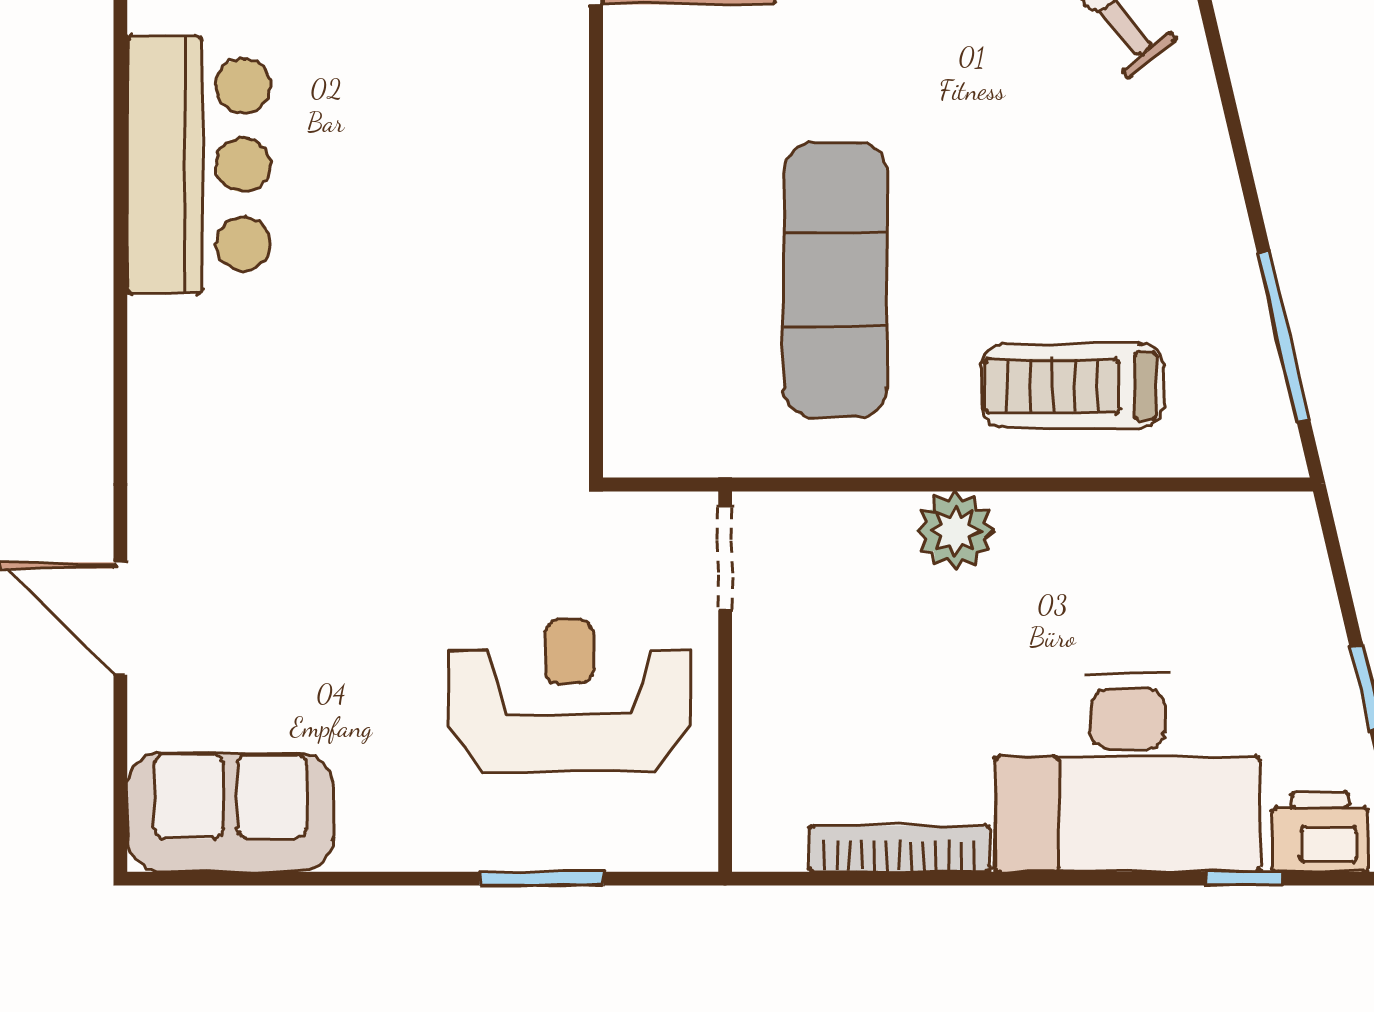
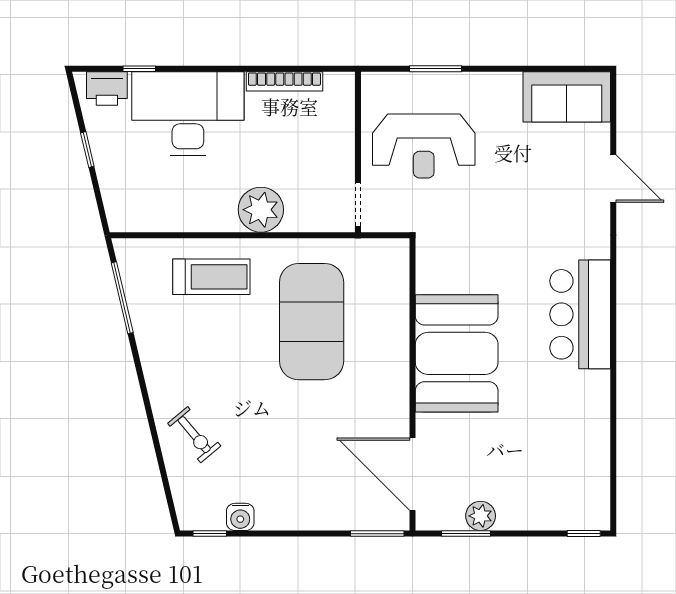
bar counter: (199, 165) -> (580, 314), moved
booth: (491, 205) -> (457, 353), added
exercise mat: (835, 280) -> (312, 322), width x1.47
plant: (955, 531) -> (261, 210), width x1.36, depth x1.36

